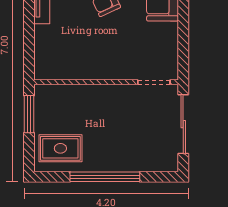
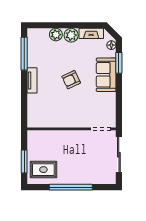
window: (29, 114) -> (24, 162), moved

